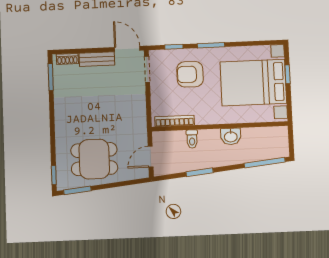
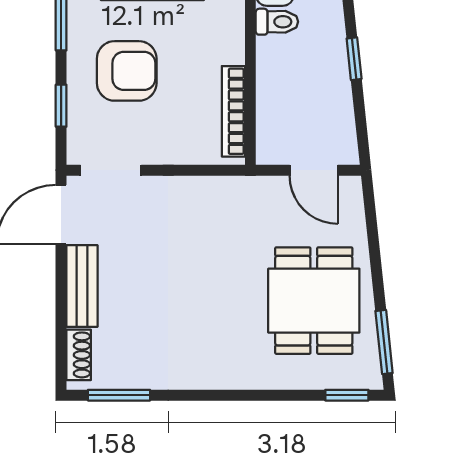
armchair: (190, 74) -> (127, 71), turned -90
toilet: (192, 139) -> (277, 22), moved
window: (200, 172) -> (354, 59), width x0.67

